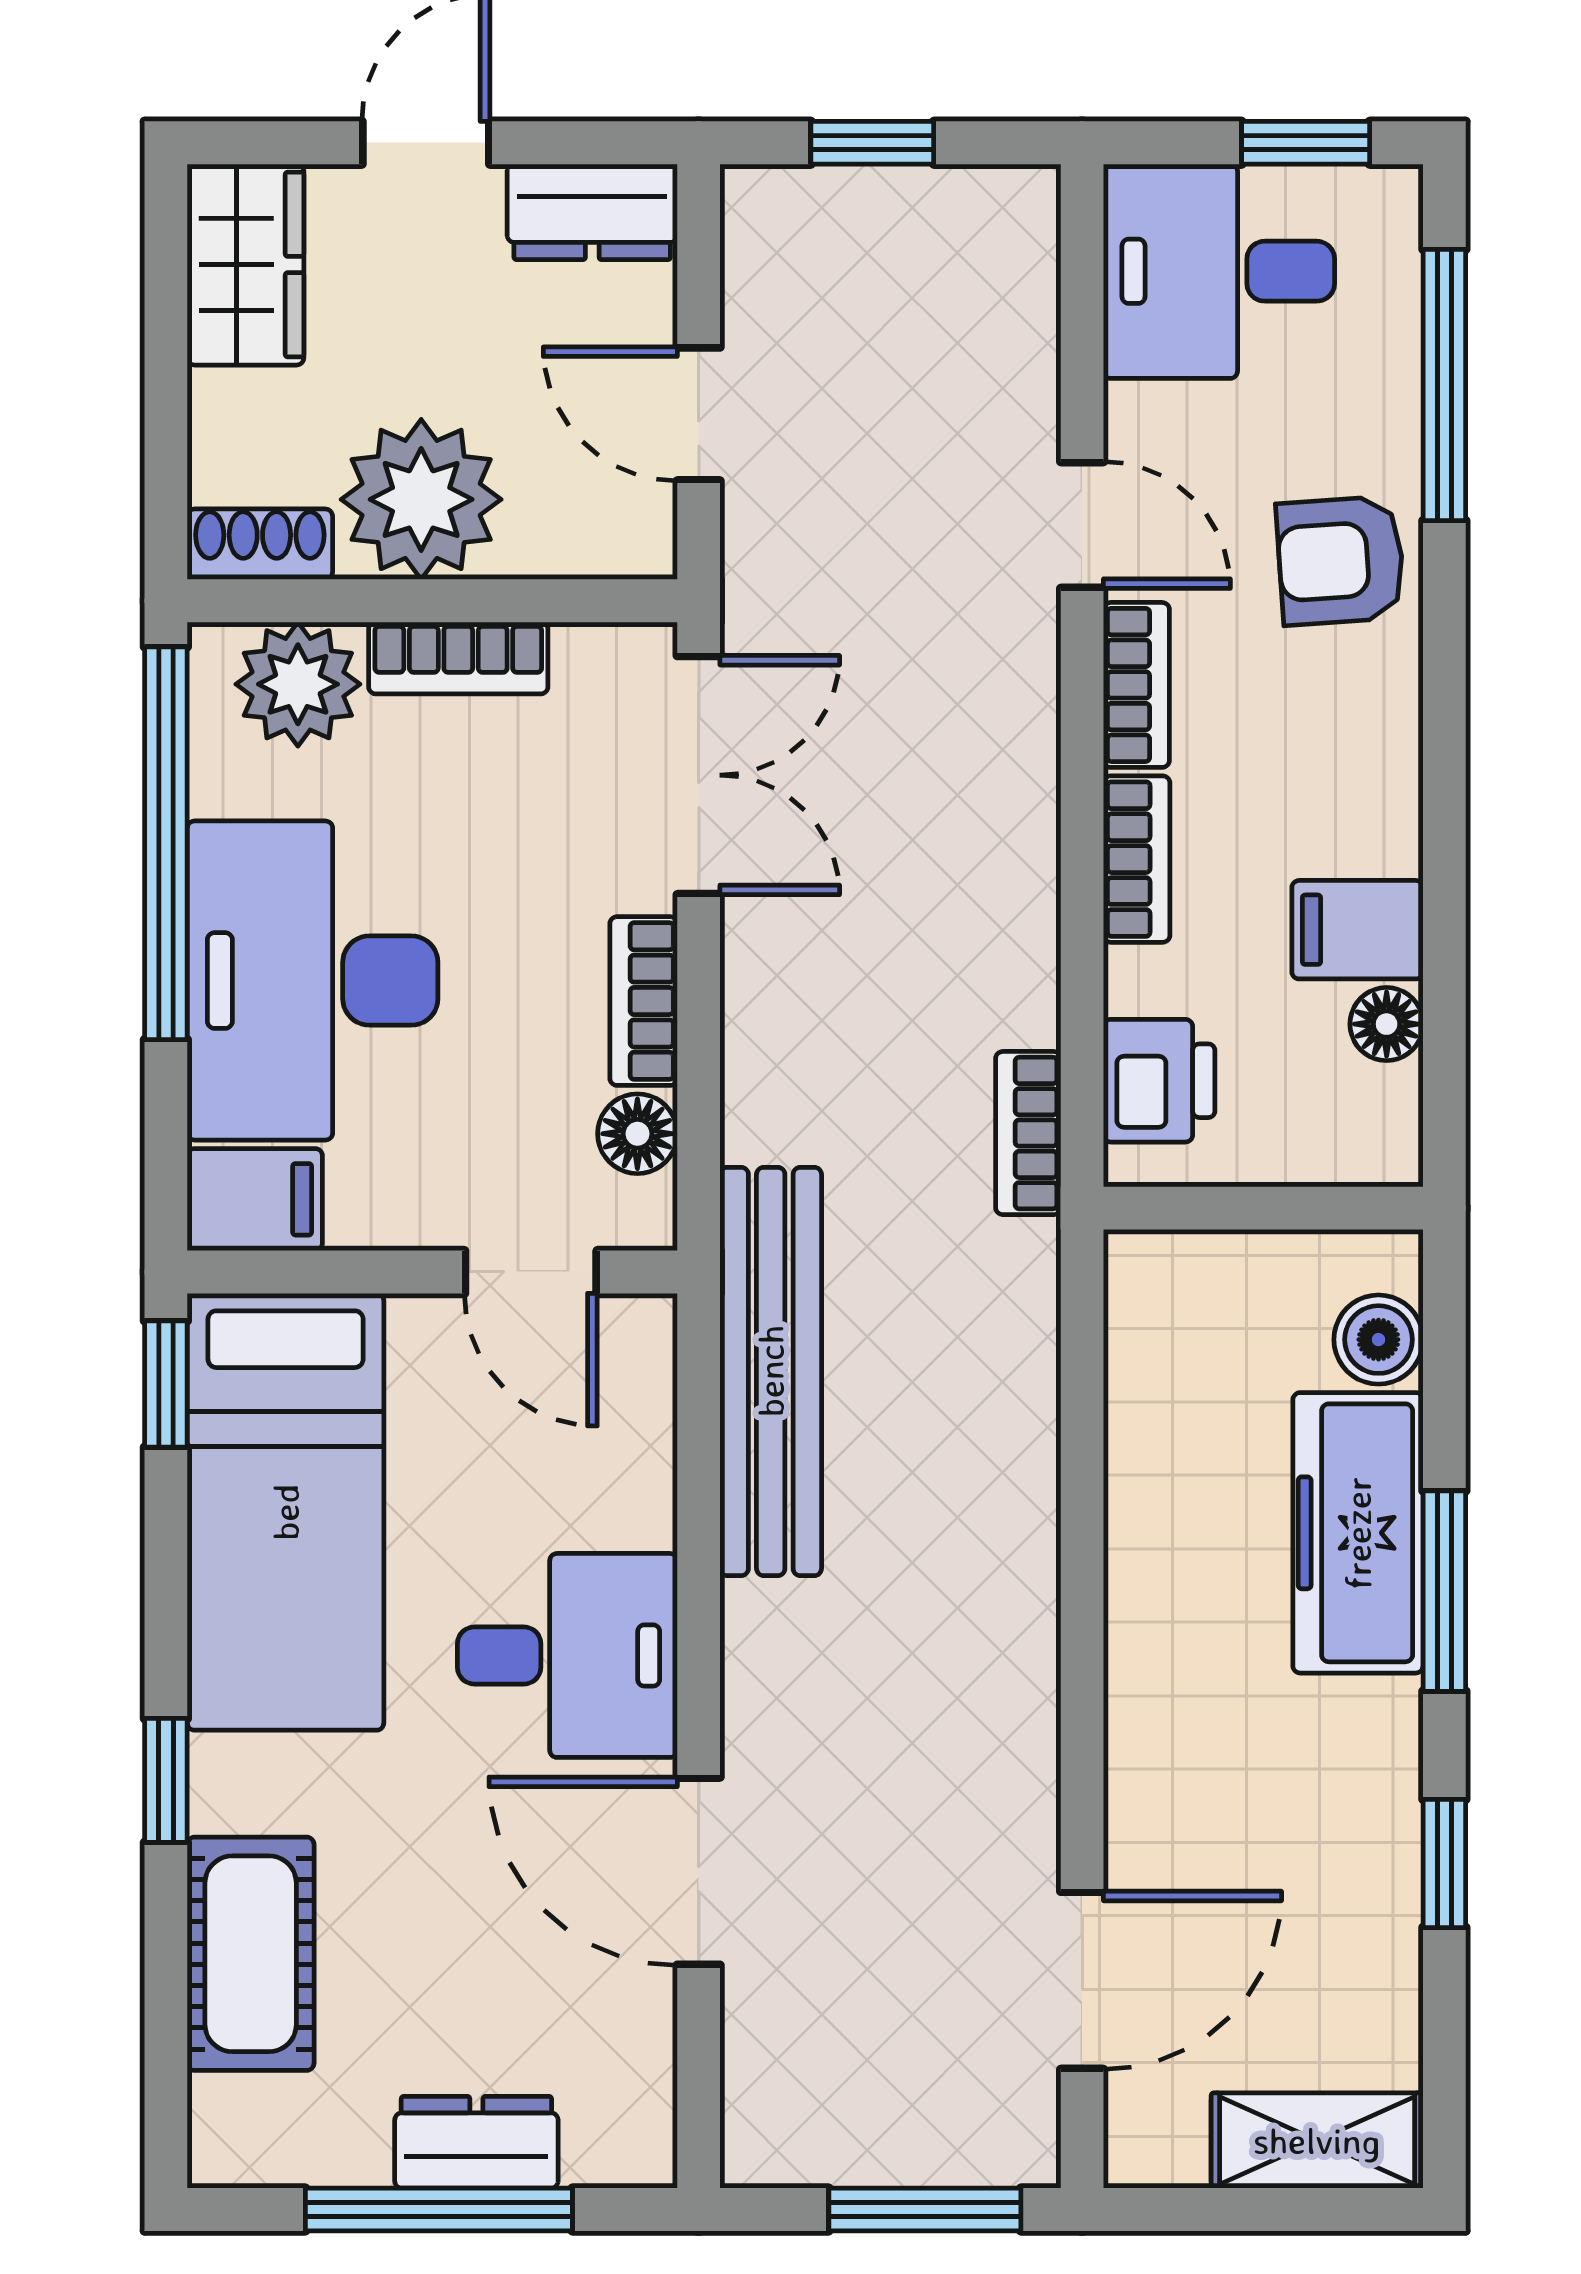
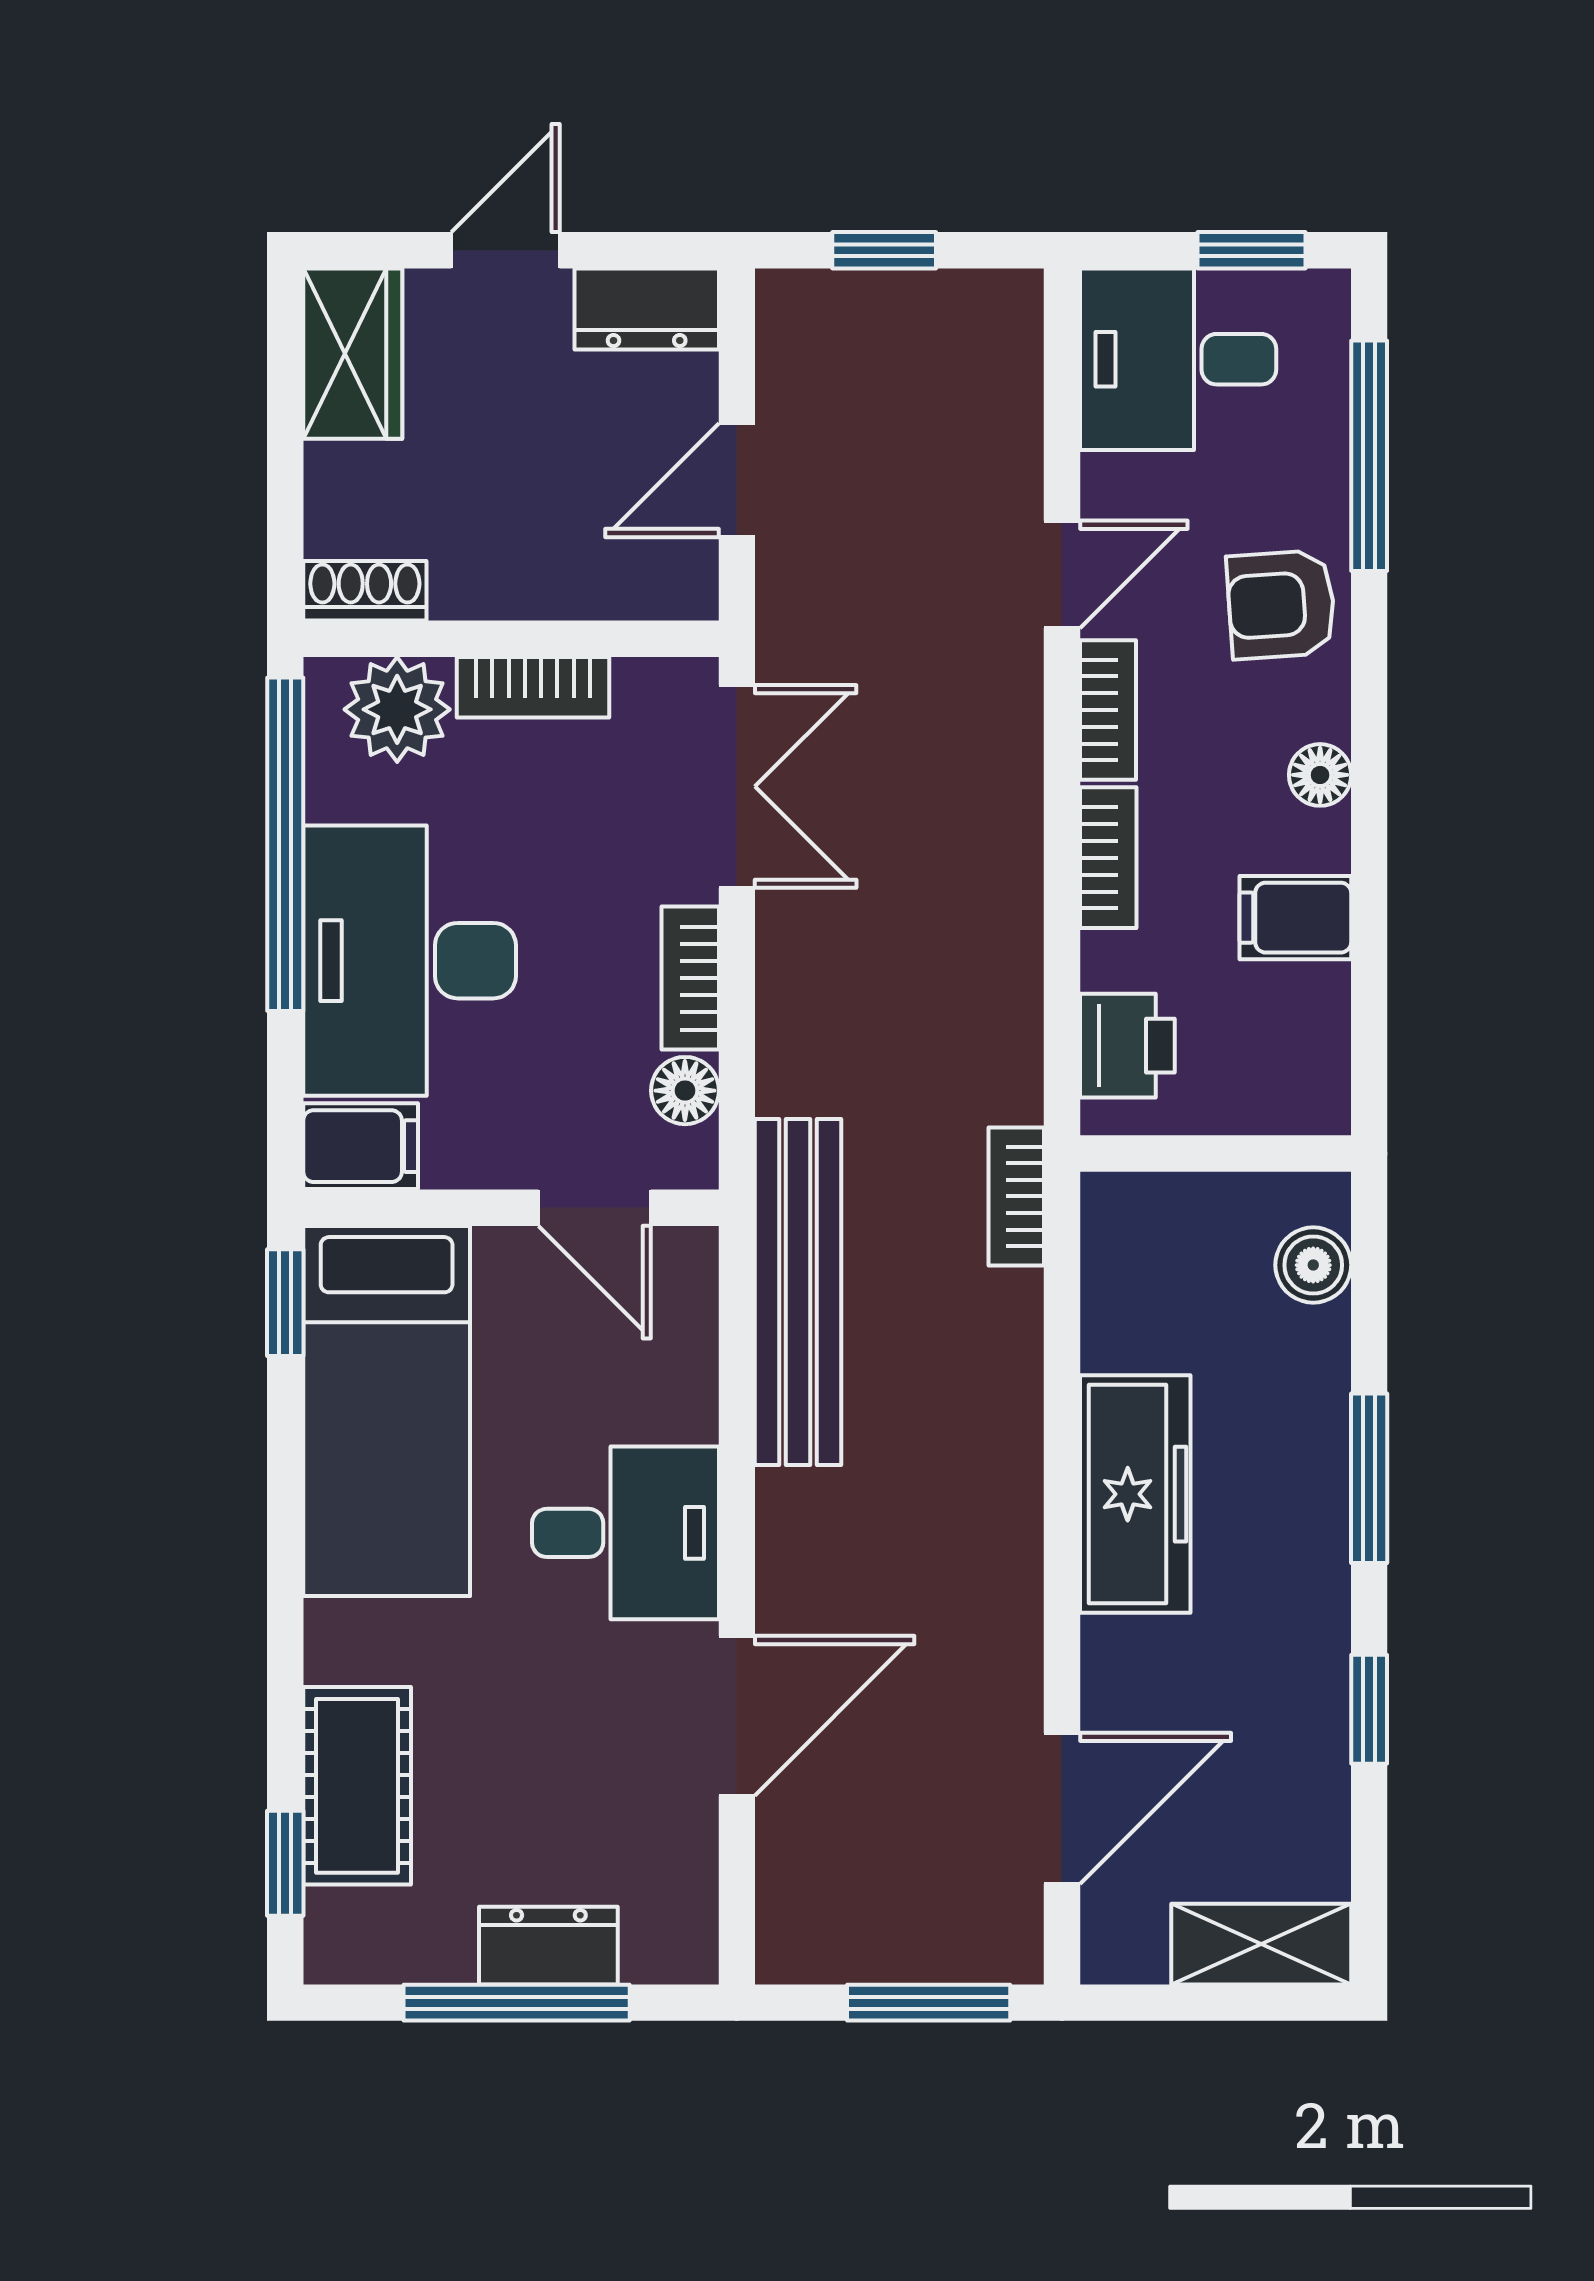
door: (699, 414) -> (737, 480), hinge flipped
plant: (421, 499) -> (502, 553), removed
door: (1082, 525) -> (1062, 574), hinge flipped
floor lamp: (1387, 1024) -> (1320, 775), moved
bookcase: (1028, 1133) -> (1016, 1196), moved
freezer: (1358, 1533) -> (1135, 1494), moved, turned 180
window: (166, 1780) -> (285, 1863), moved
door: (699, 1871) -> (737, 1716), swing flipped

